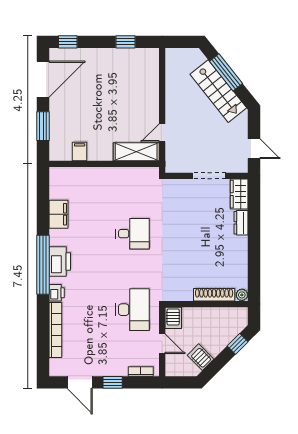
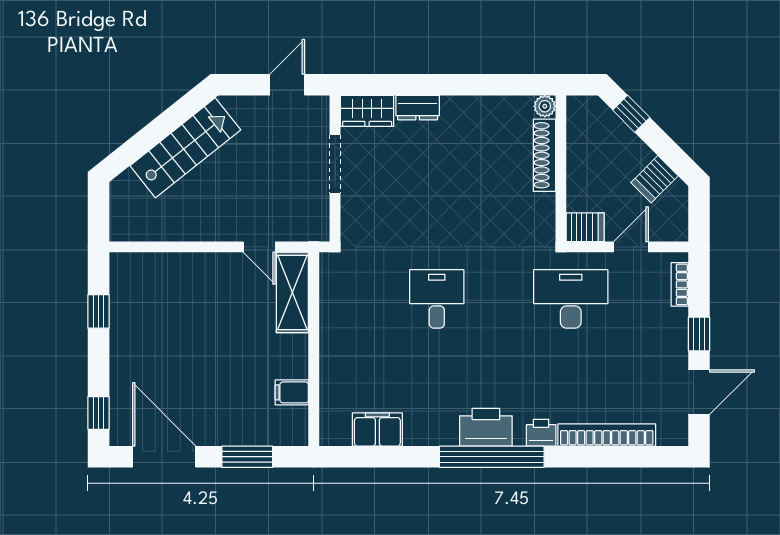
window: (226, 72) -> (152, 134), removed
filing cabinet: (58, 214) -> (377, 430), moved

